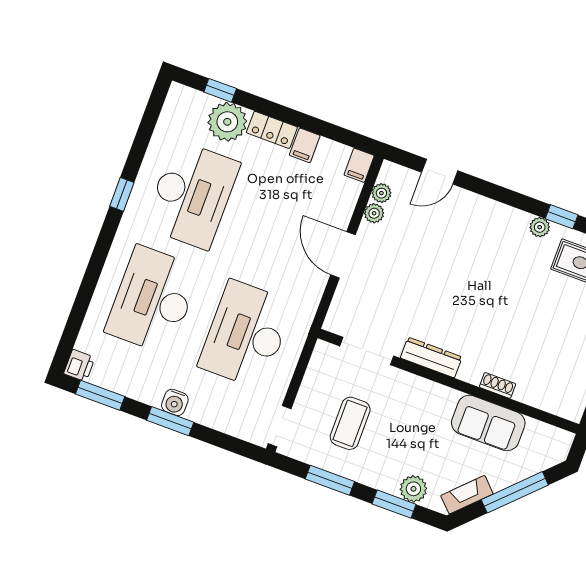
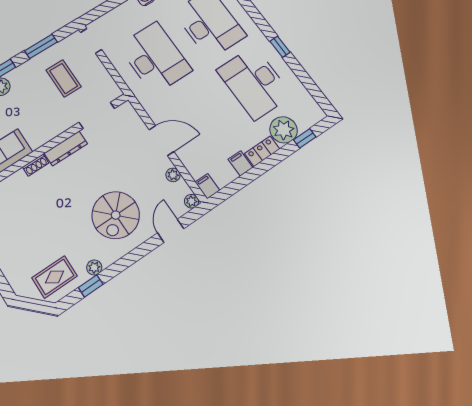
plant: (381, 193) -> (192, 201), moved
spiral stairs: (466, 245) -> (116, 215), added
shoe rack: (497, 385) -> (36, 165), moved

